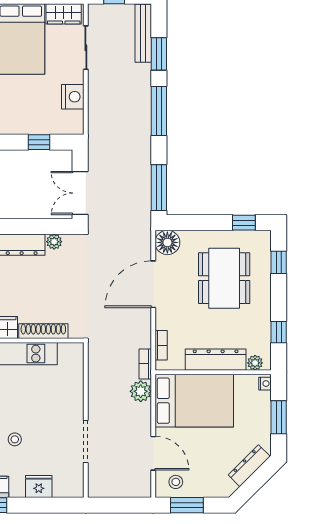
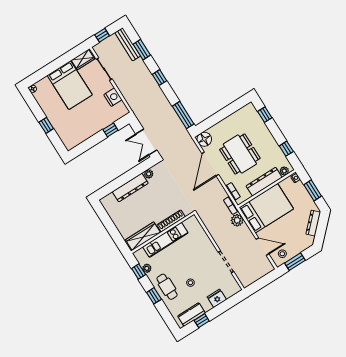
window: (159, 111) -> (159, 78), width x0.46
window: (244, 223) -> (236, 106), removed
dining table: (224, 278) -> (240, 154), moved

